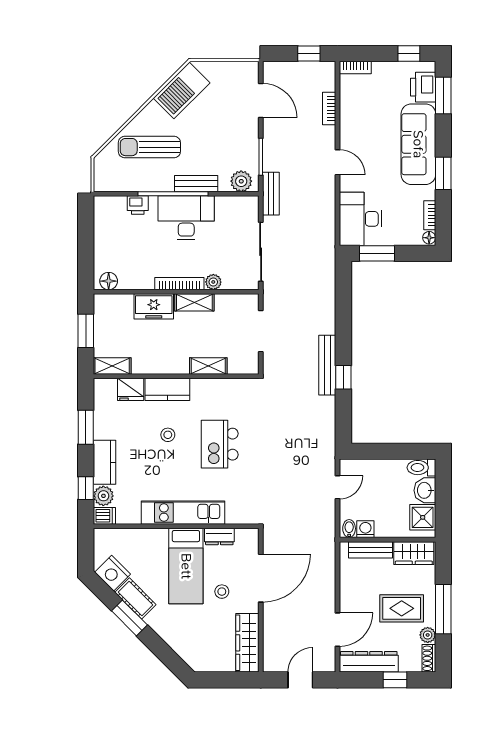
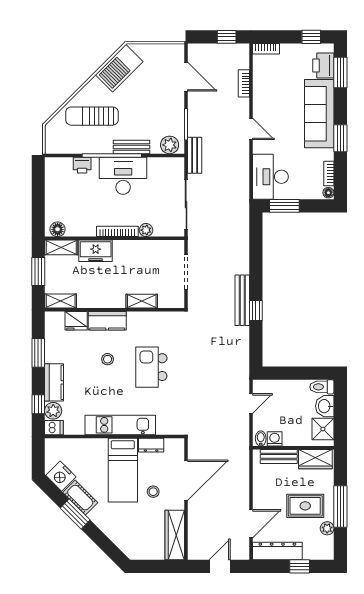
shelving: (194, 302) -> (61, 247), moved
shoe rack: (429, 658) -> (328, 548), removed

